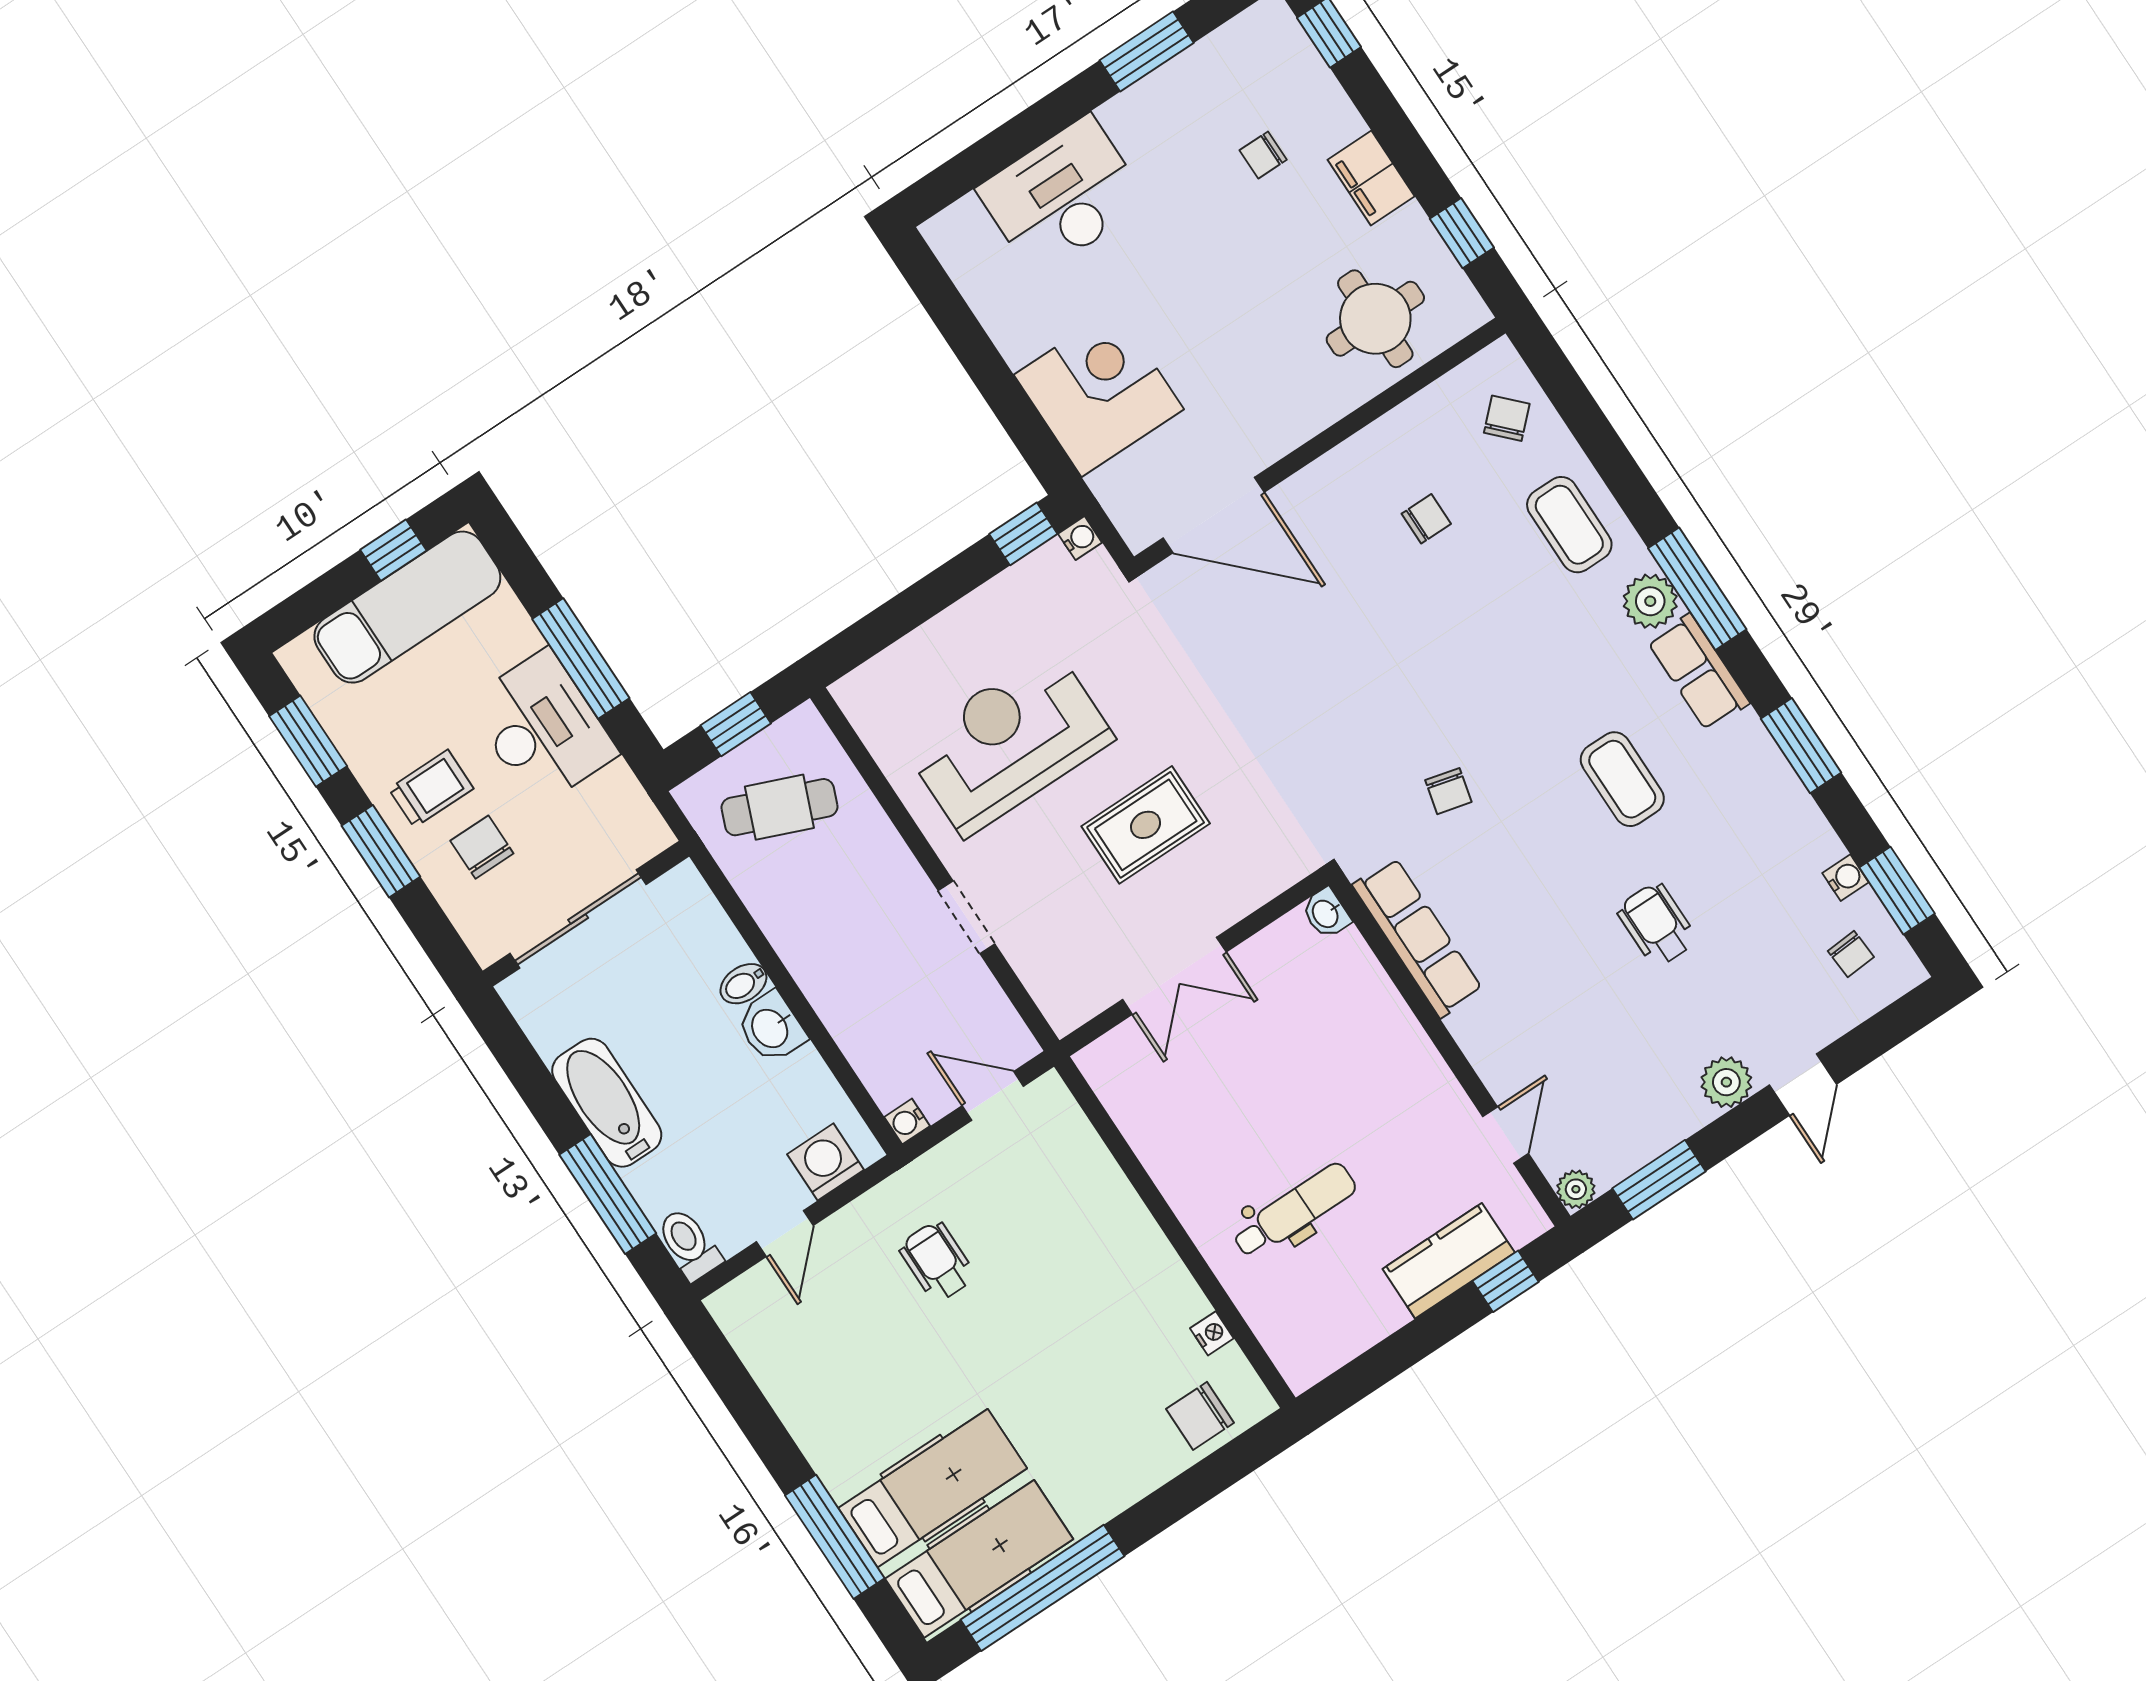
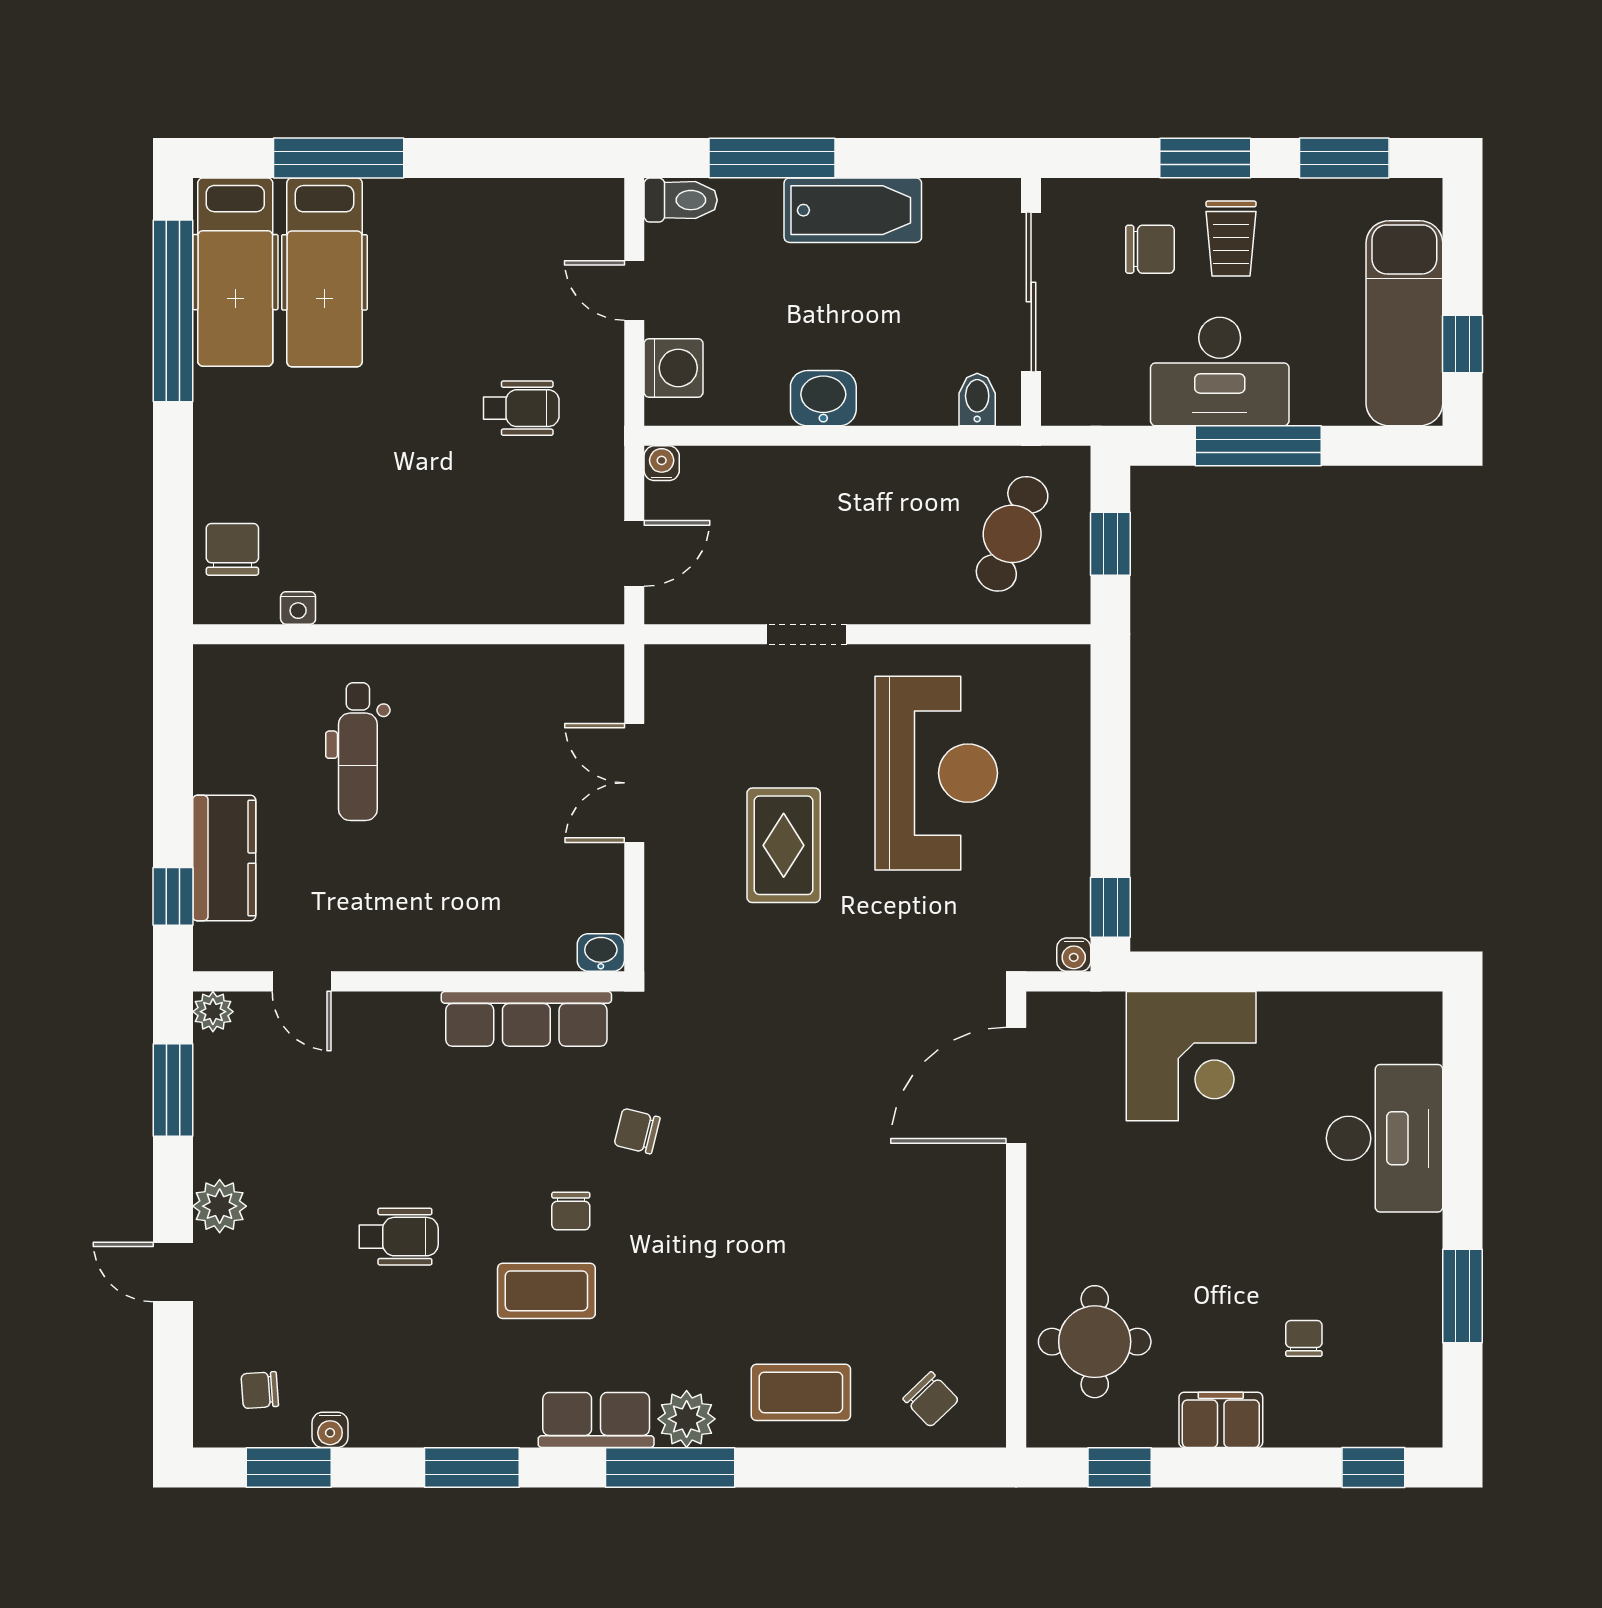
chair: (1426, 519) -> (571, 1211), moved
bidet: (743, 984) -> (977, 400), moved

